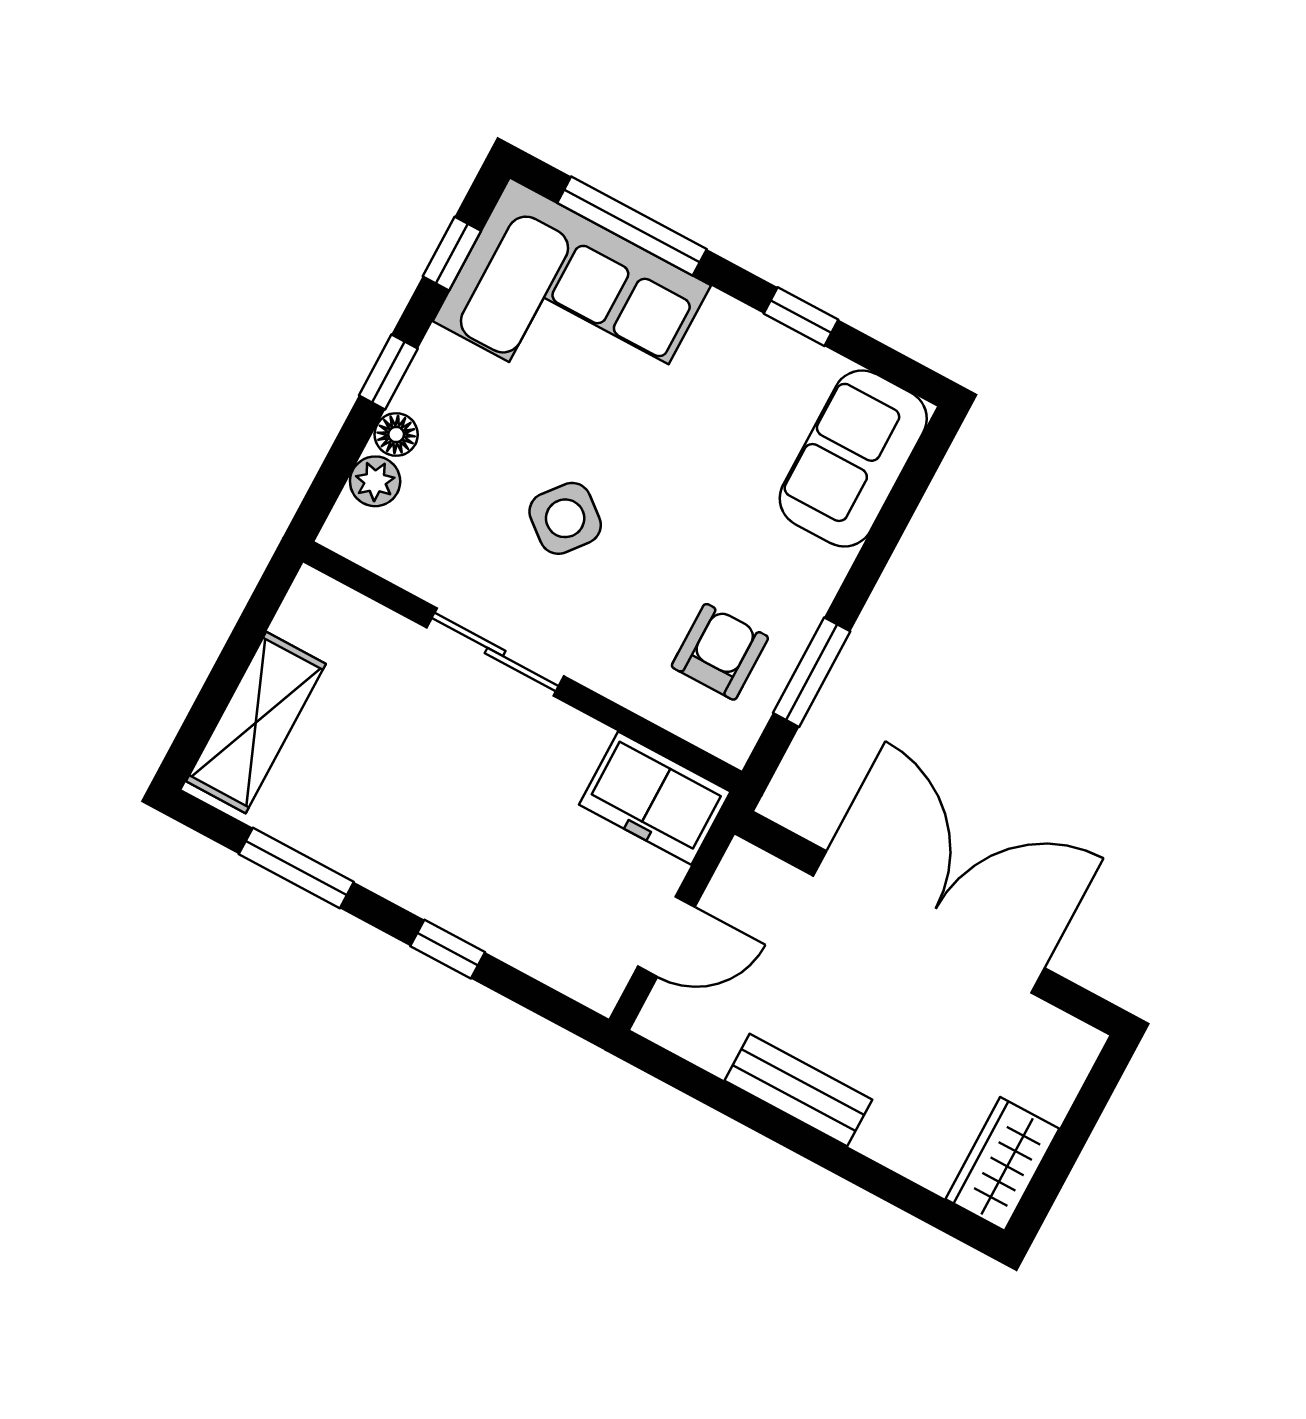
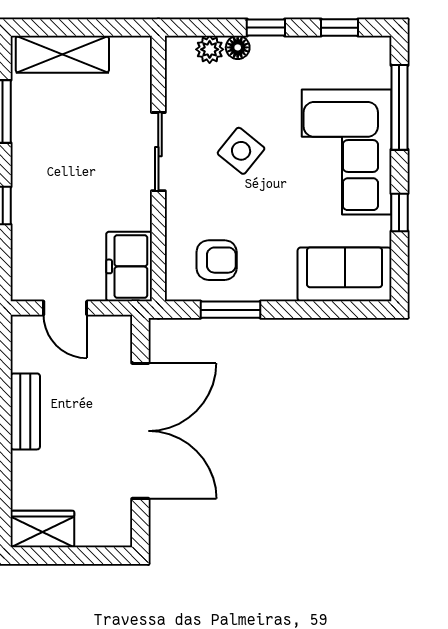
corner sofa: (572, 303) -> (347, 152), moved

